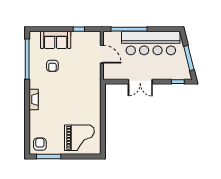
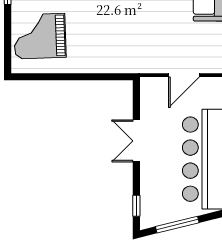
grand piano: (79, 138) -> (40, 36), turned 88

